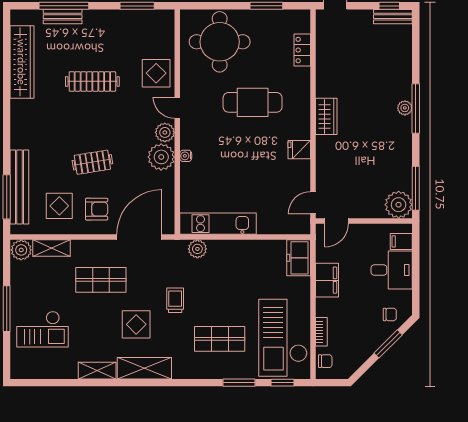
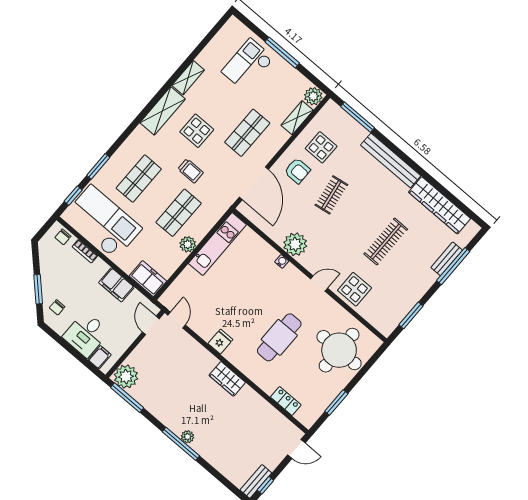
plant: (165, 132) -> (310, 261), removed
bench: (19, 187) -> (391, 160), moved
armchair: (97, 209) -> (297, 171), turned -90
plant: (197, 249) -> (188, 244), moved
shop shelf: (220, 280) -> (179, 213), added

